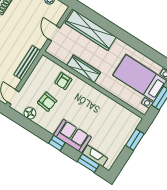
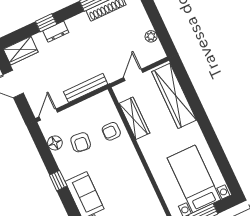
wardrobe: (84, 69) -> (134, 118), moved
window: (57, 143) -> (58, 181), moved

